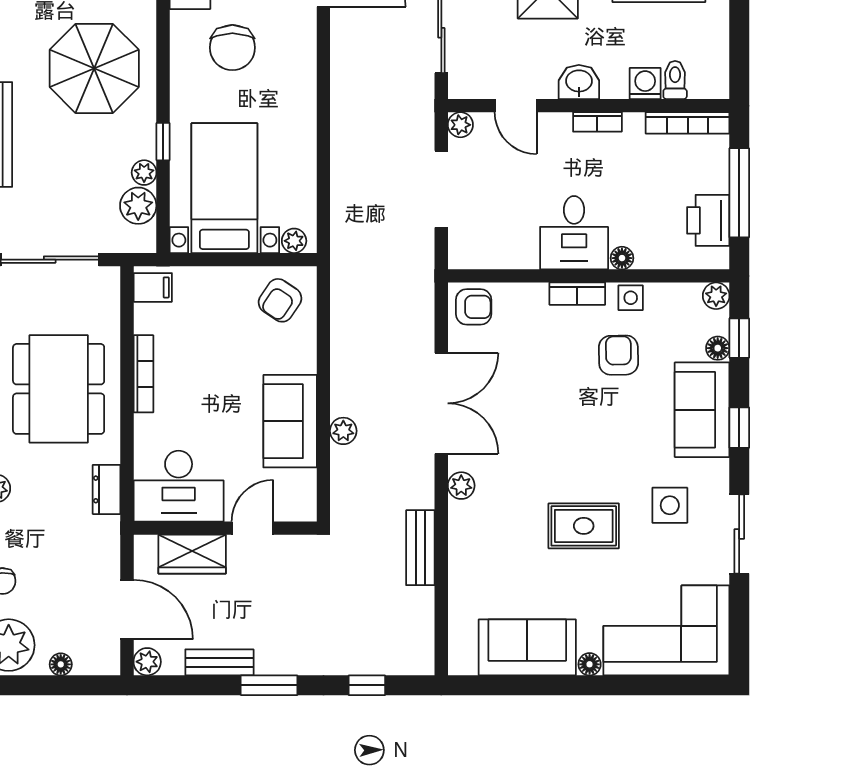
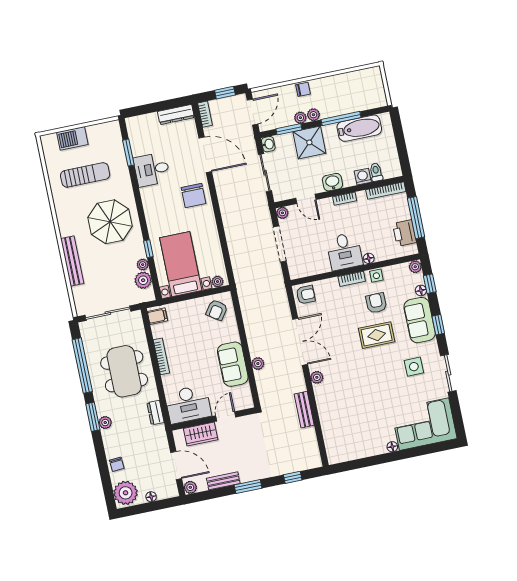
chair: (232, 48) -> (194, 196), moved
rug: (584, 526) -> (377, 335), moved
sofa: (527, 647) -> (362, 445), removed

